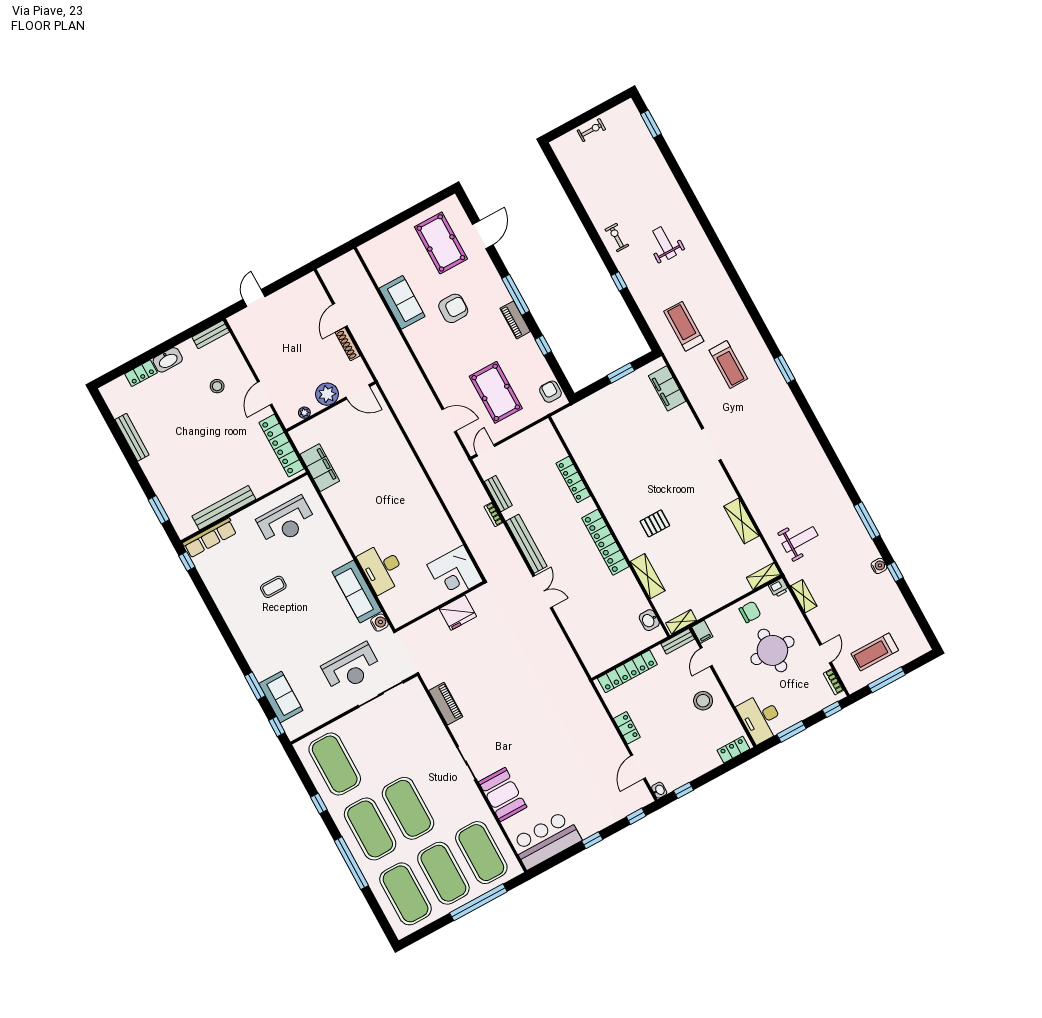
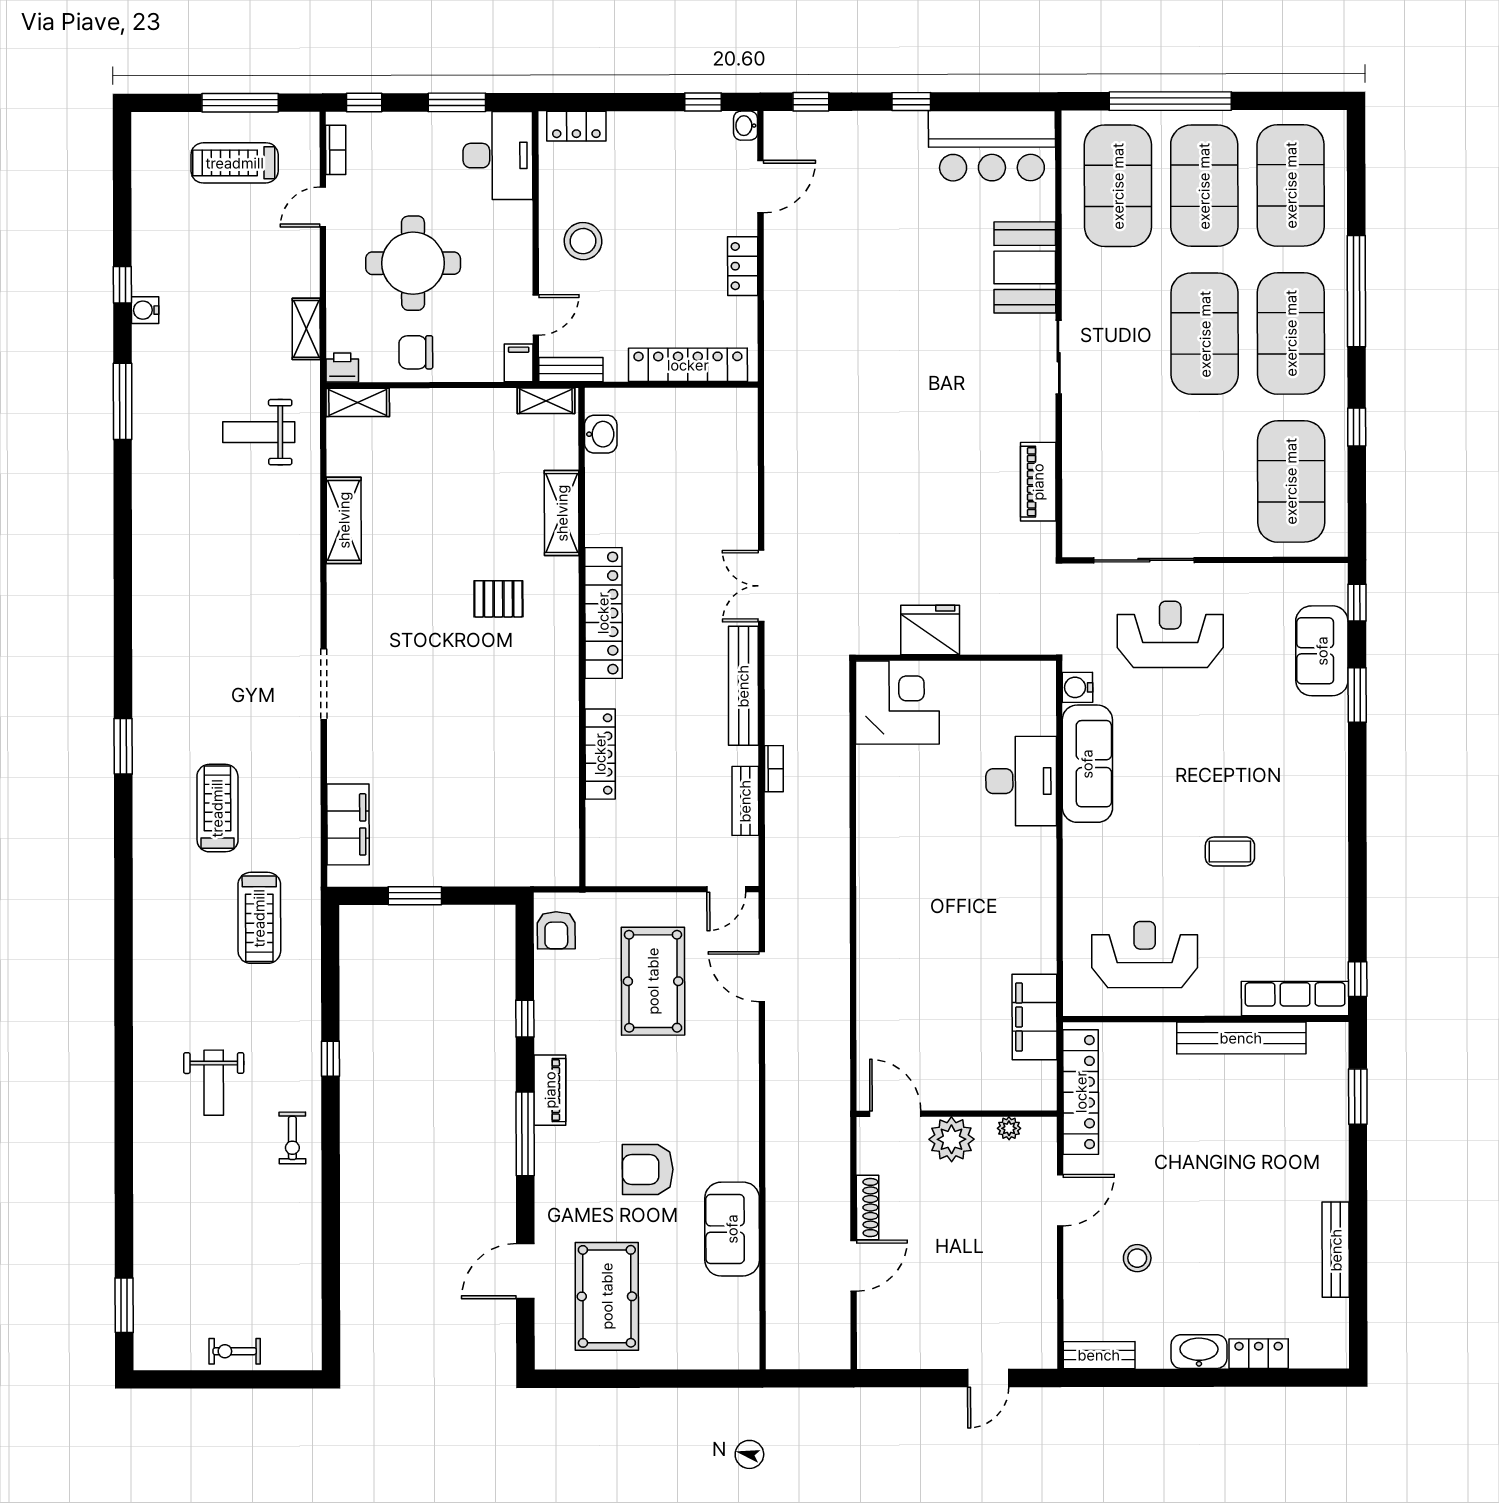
treadmill: (875, 652) -> (235, 163), turned 180

